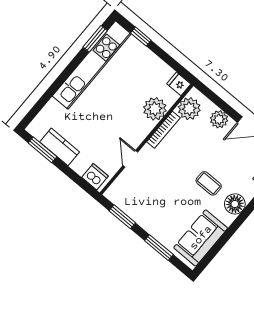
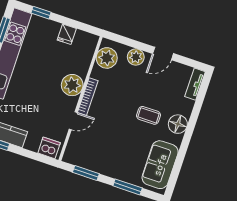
fridge: (179, 84) -> (67, 34), moved, turned -90
plant: (155, 109) -> (72, 85), moved
bookcase: (163, 130) -> (88, 97), moved
door: (130, 159) -> (73, 121), swing flipped

